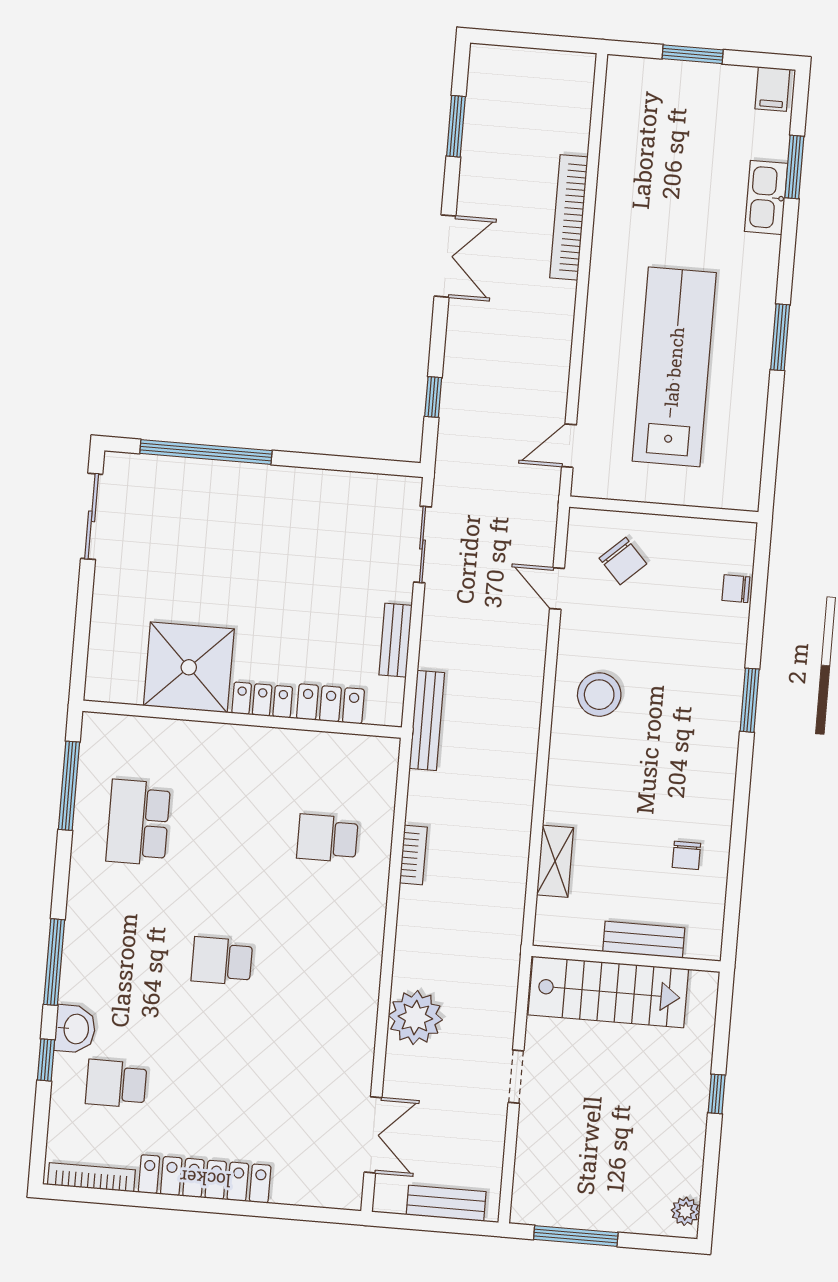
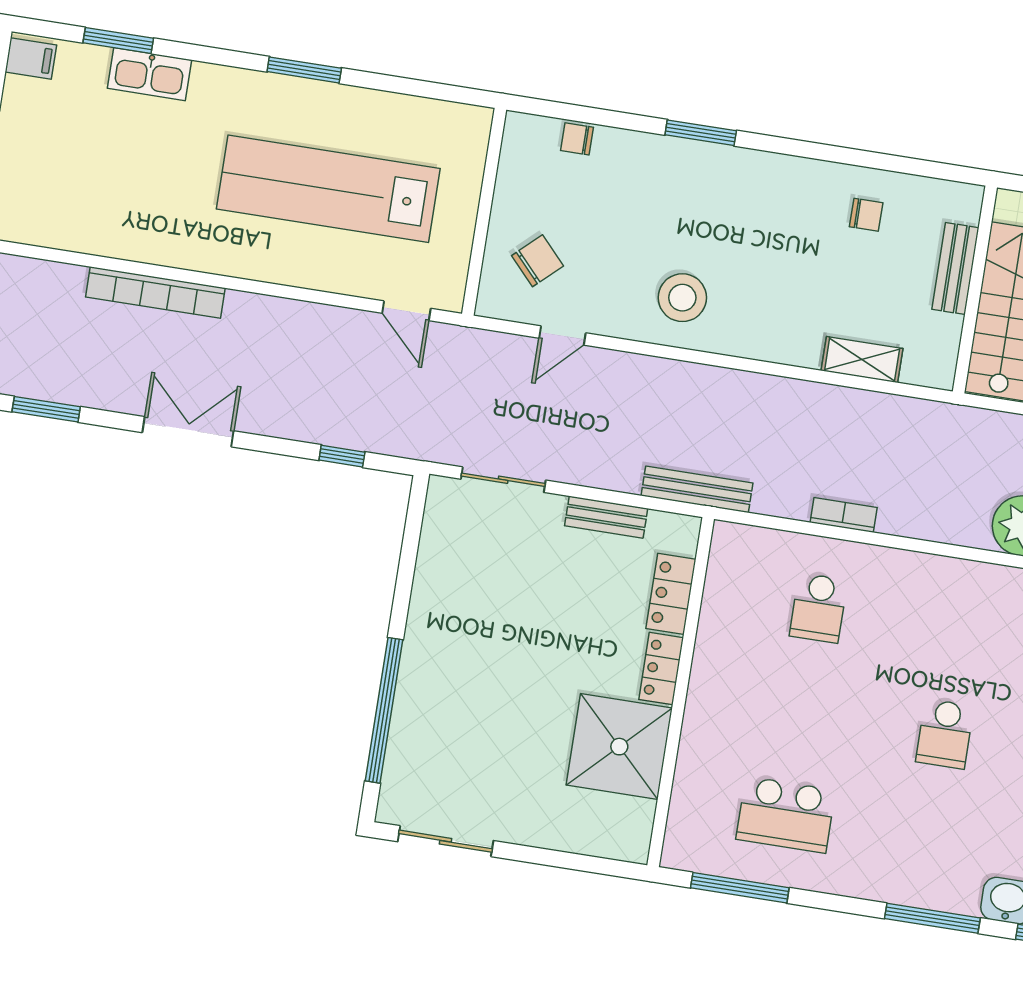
chair: (736, 589) -> (577, 139), turned 90

